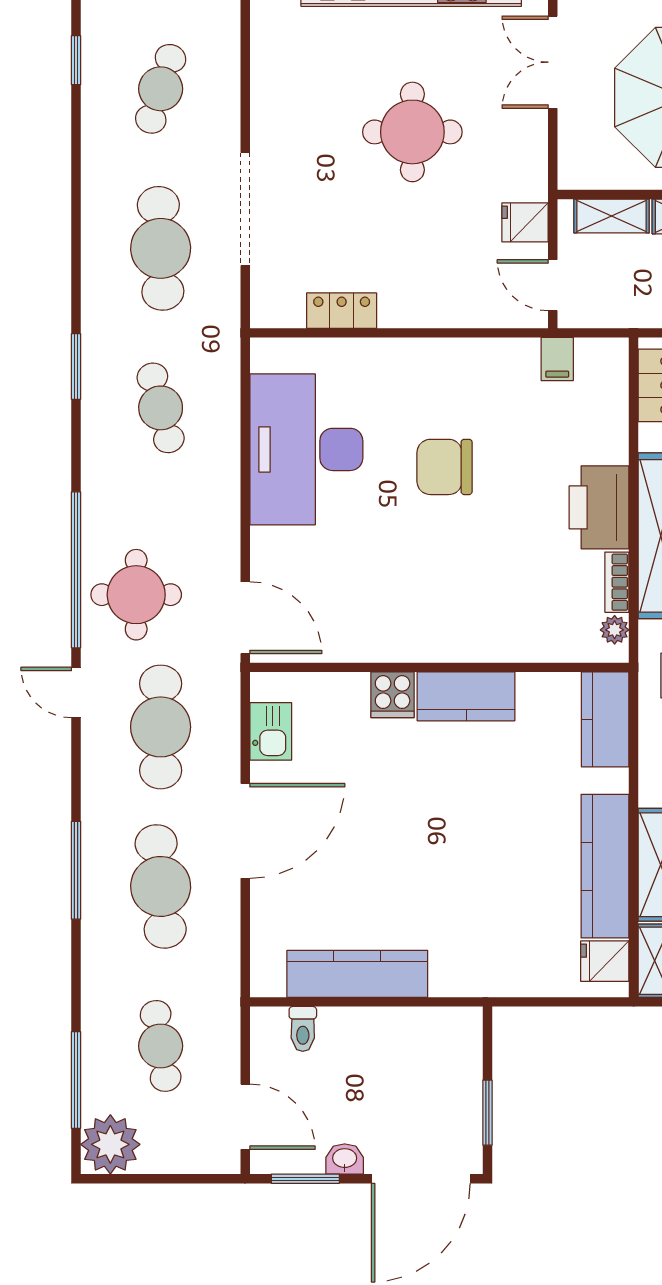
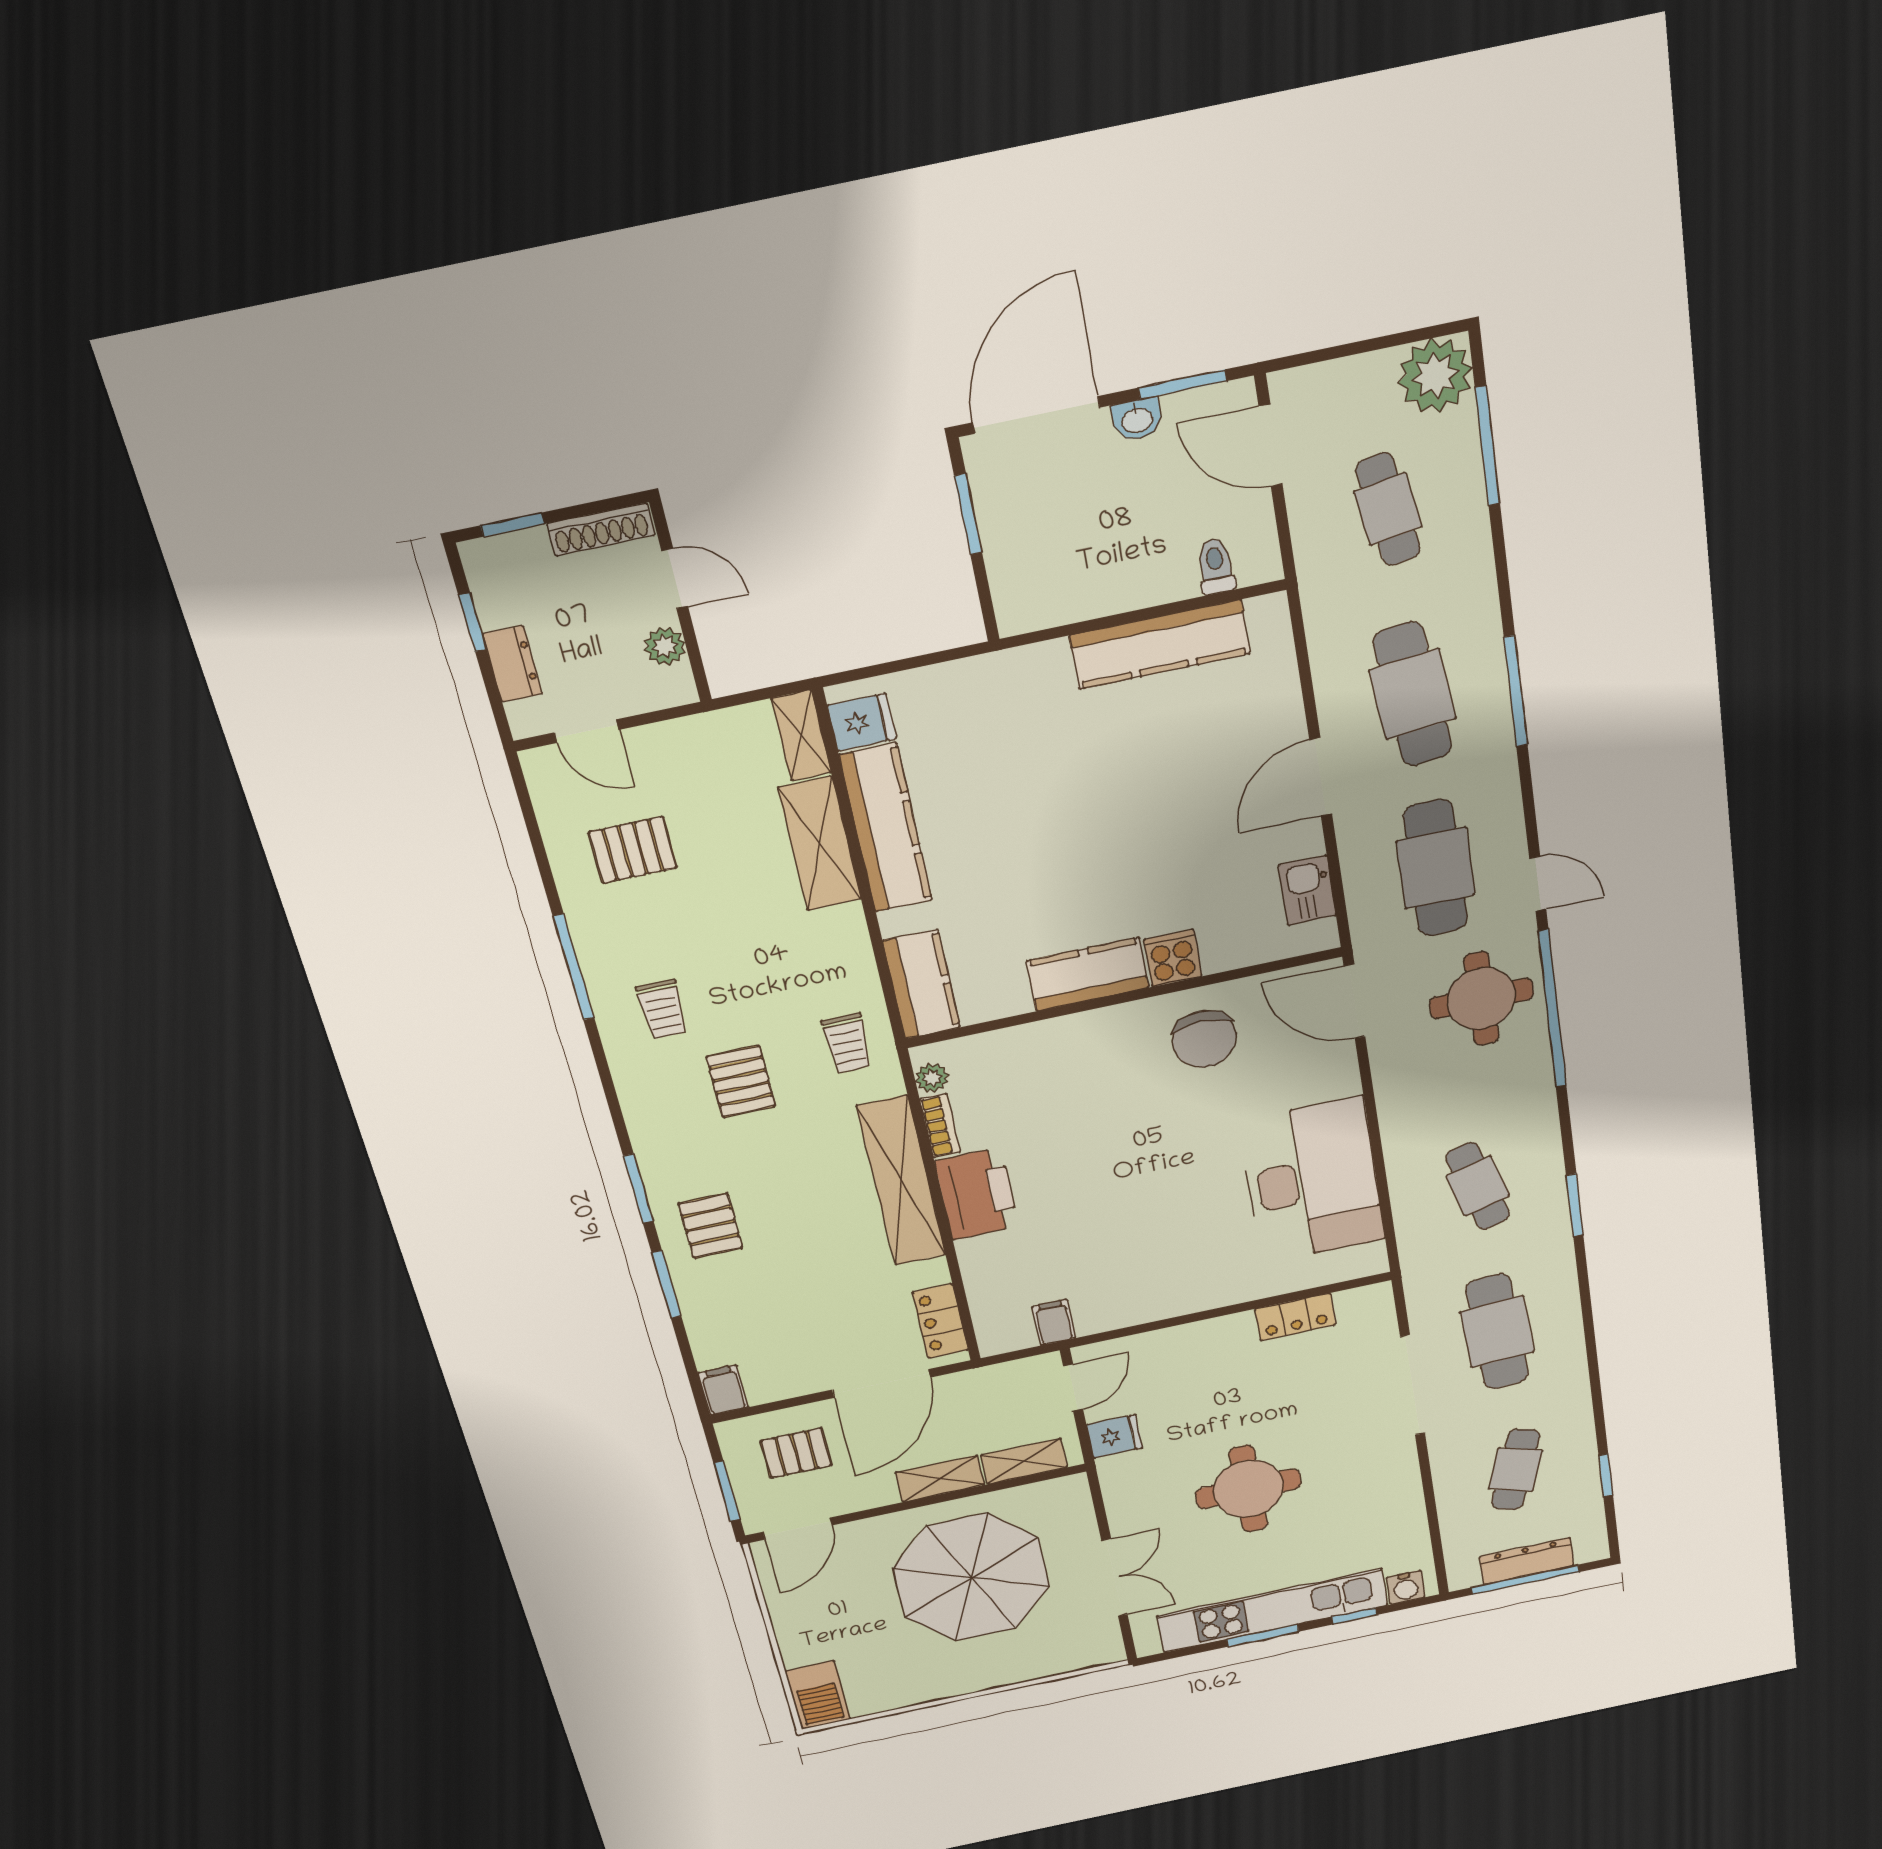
door: (553, 285) -> (1073, 1388), hinge flipped
chair: (445, 467) -> (1204, 1039), moved, turned 90
door: (245, 831) -> (1321, 777), width x0.73

